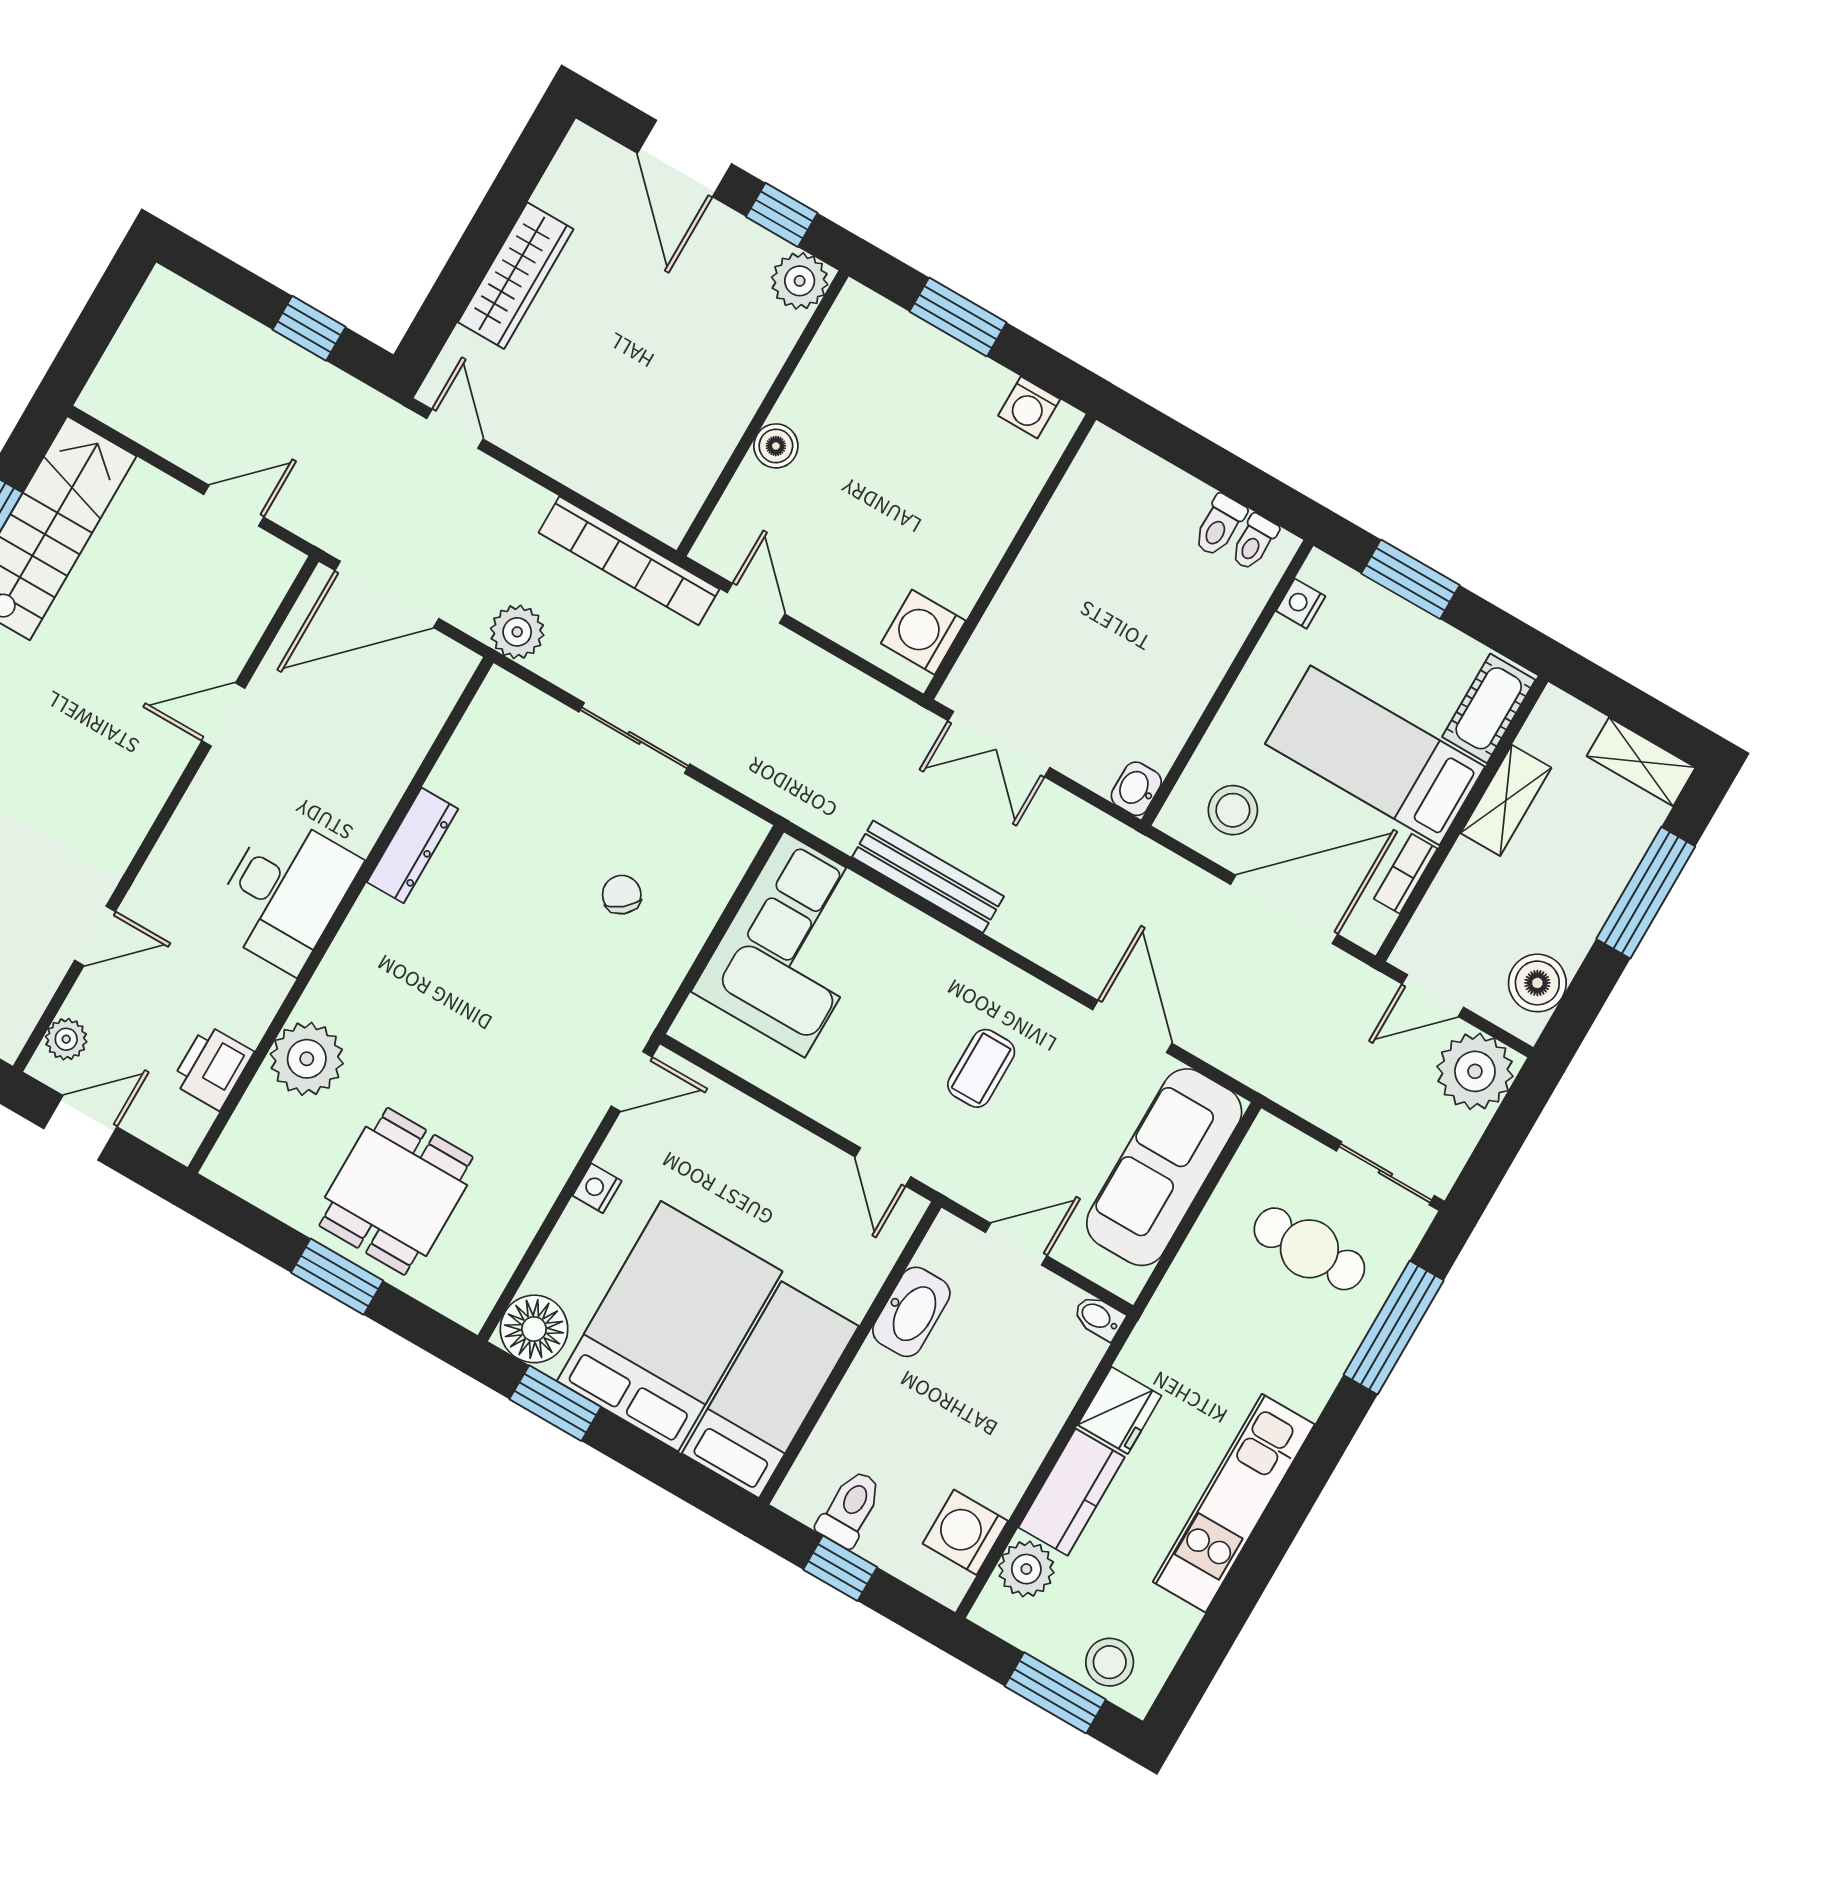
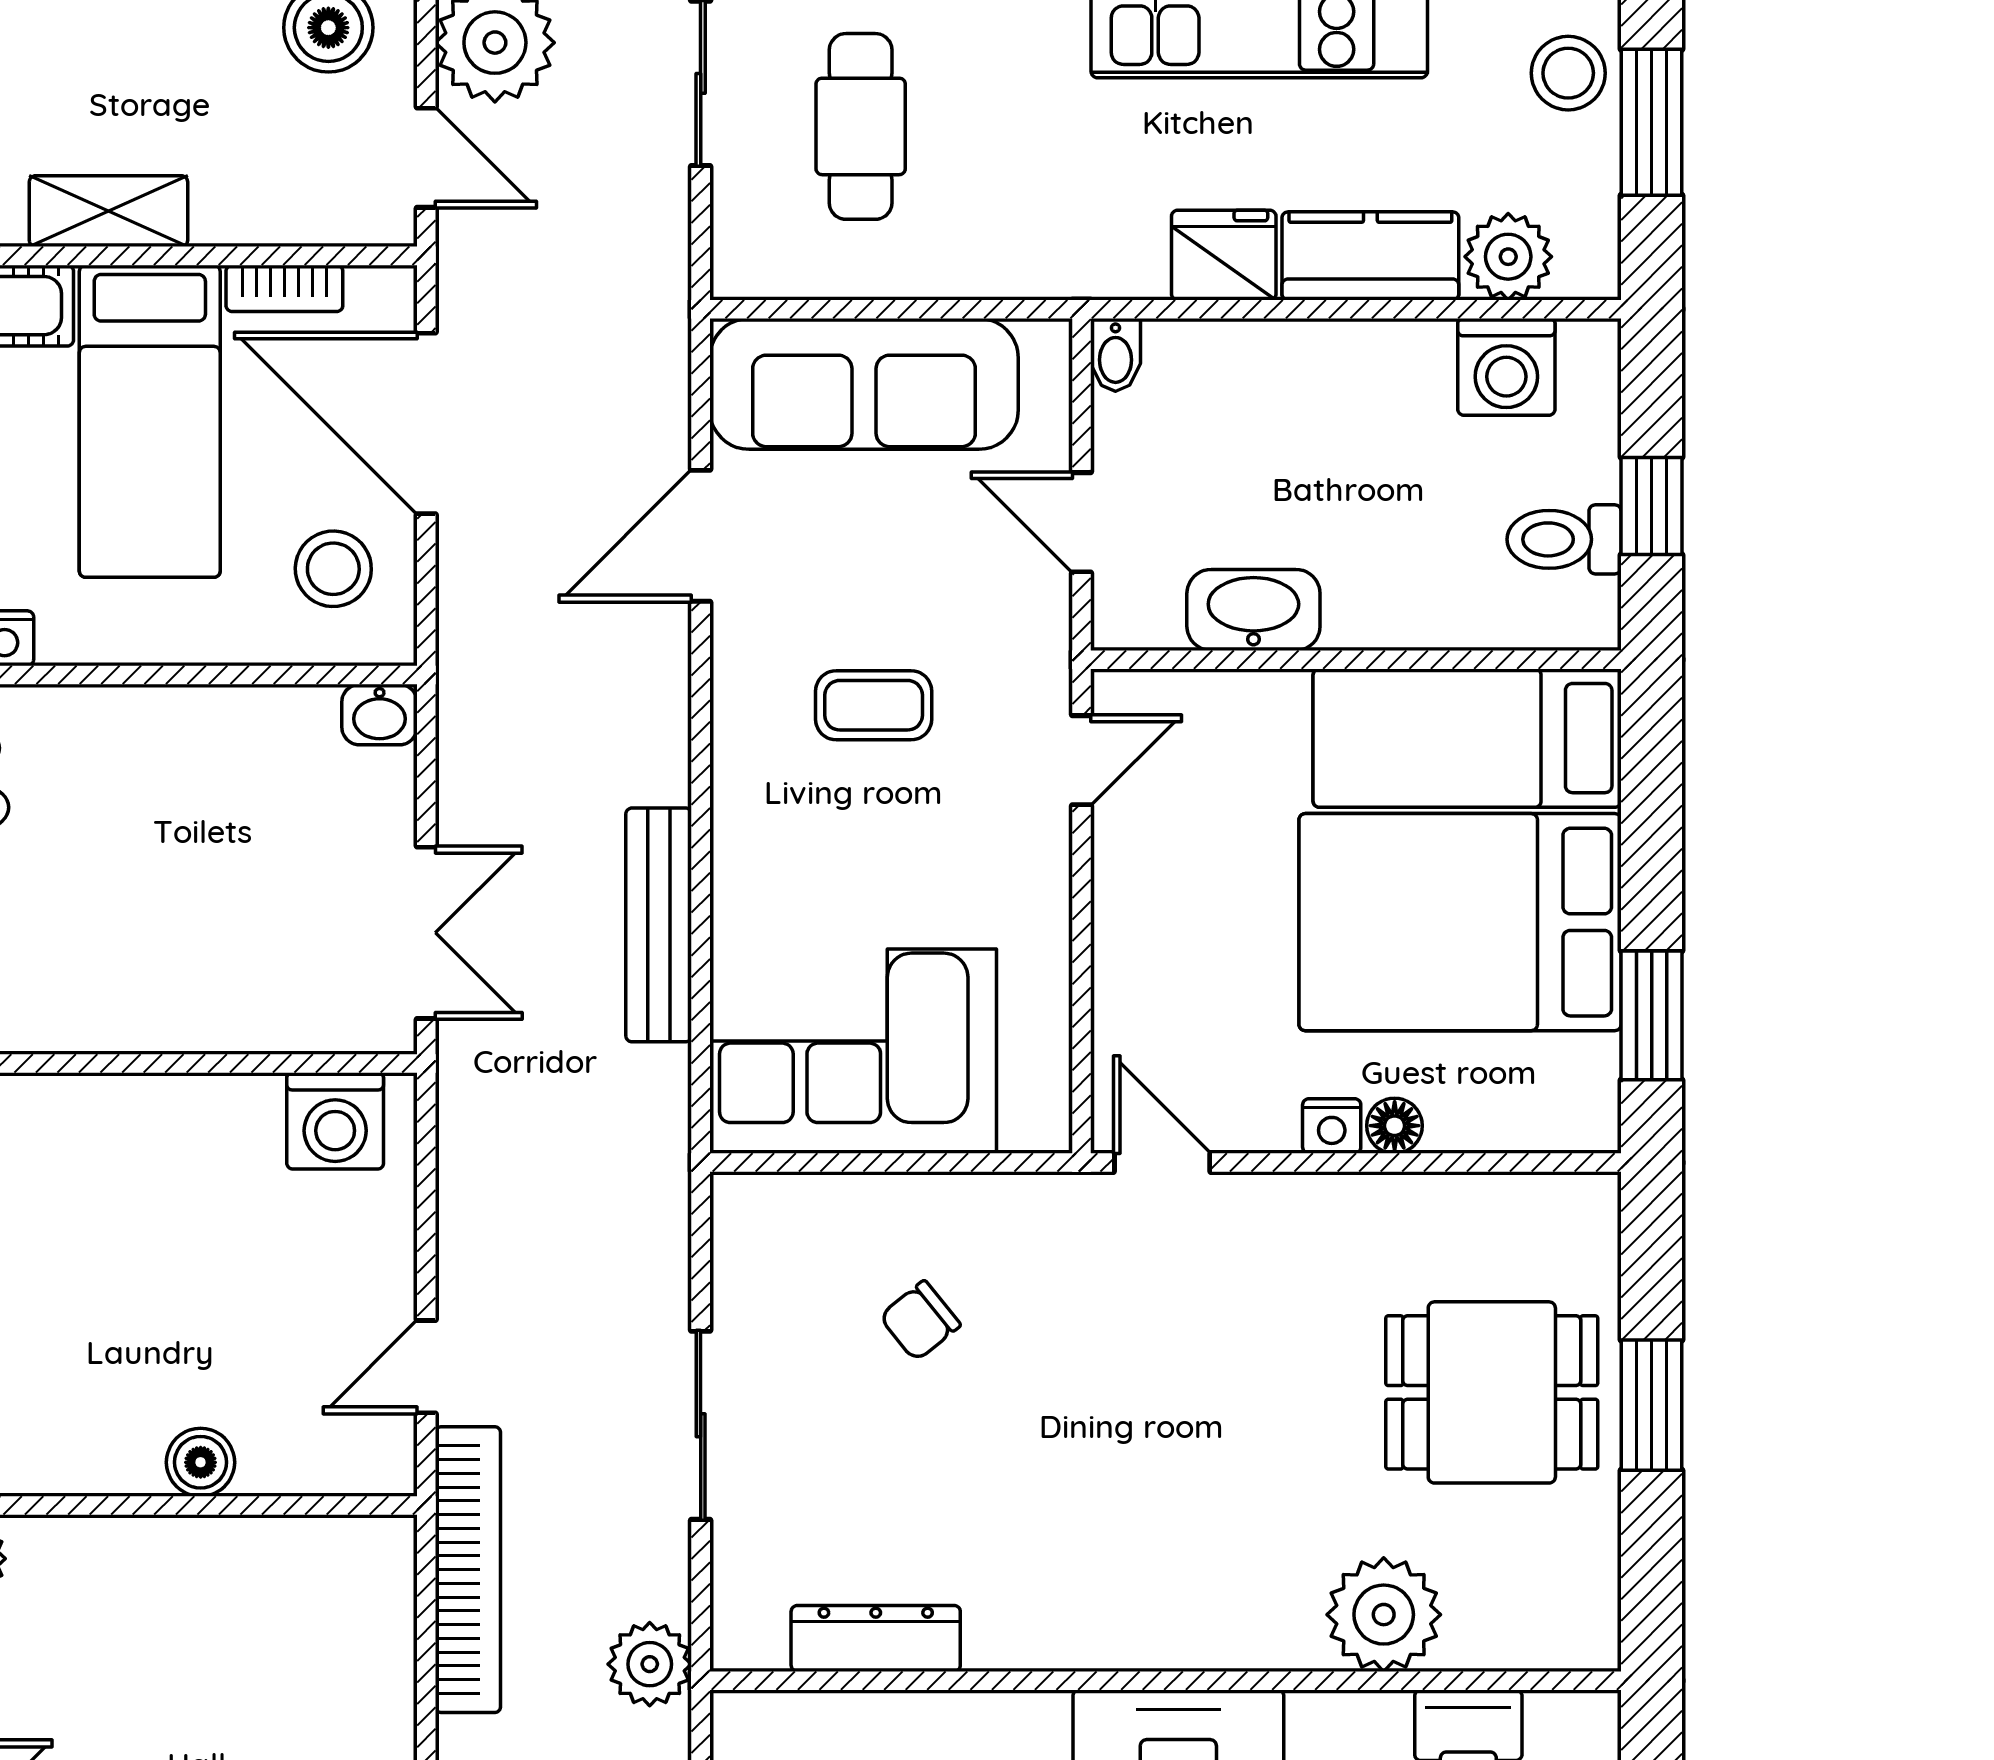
dresser: (413, 845) -> (876, 1638), moved
floor lamp: (534, 1329) -> (1395, 1126), moved, width x0.53, depth x0.53

